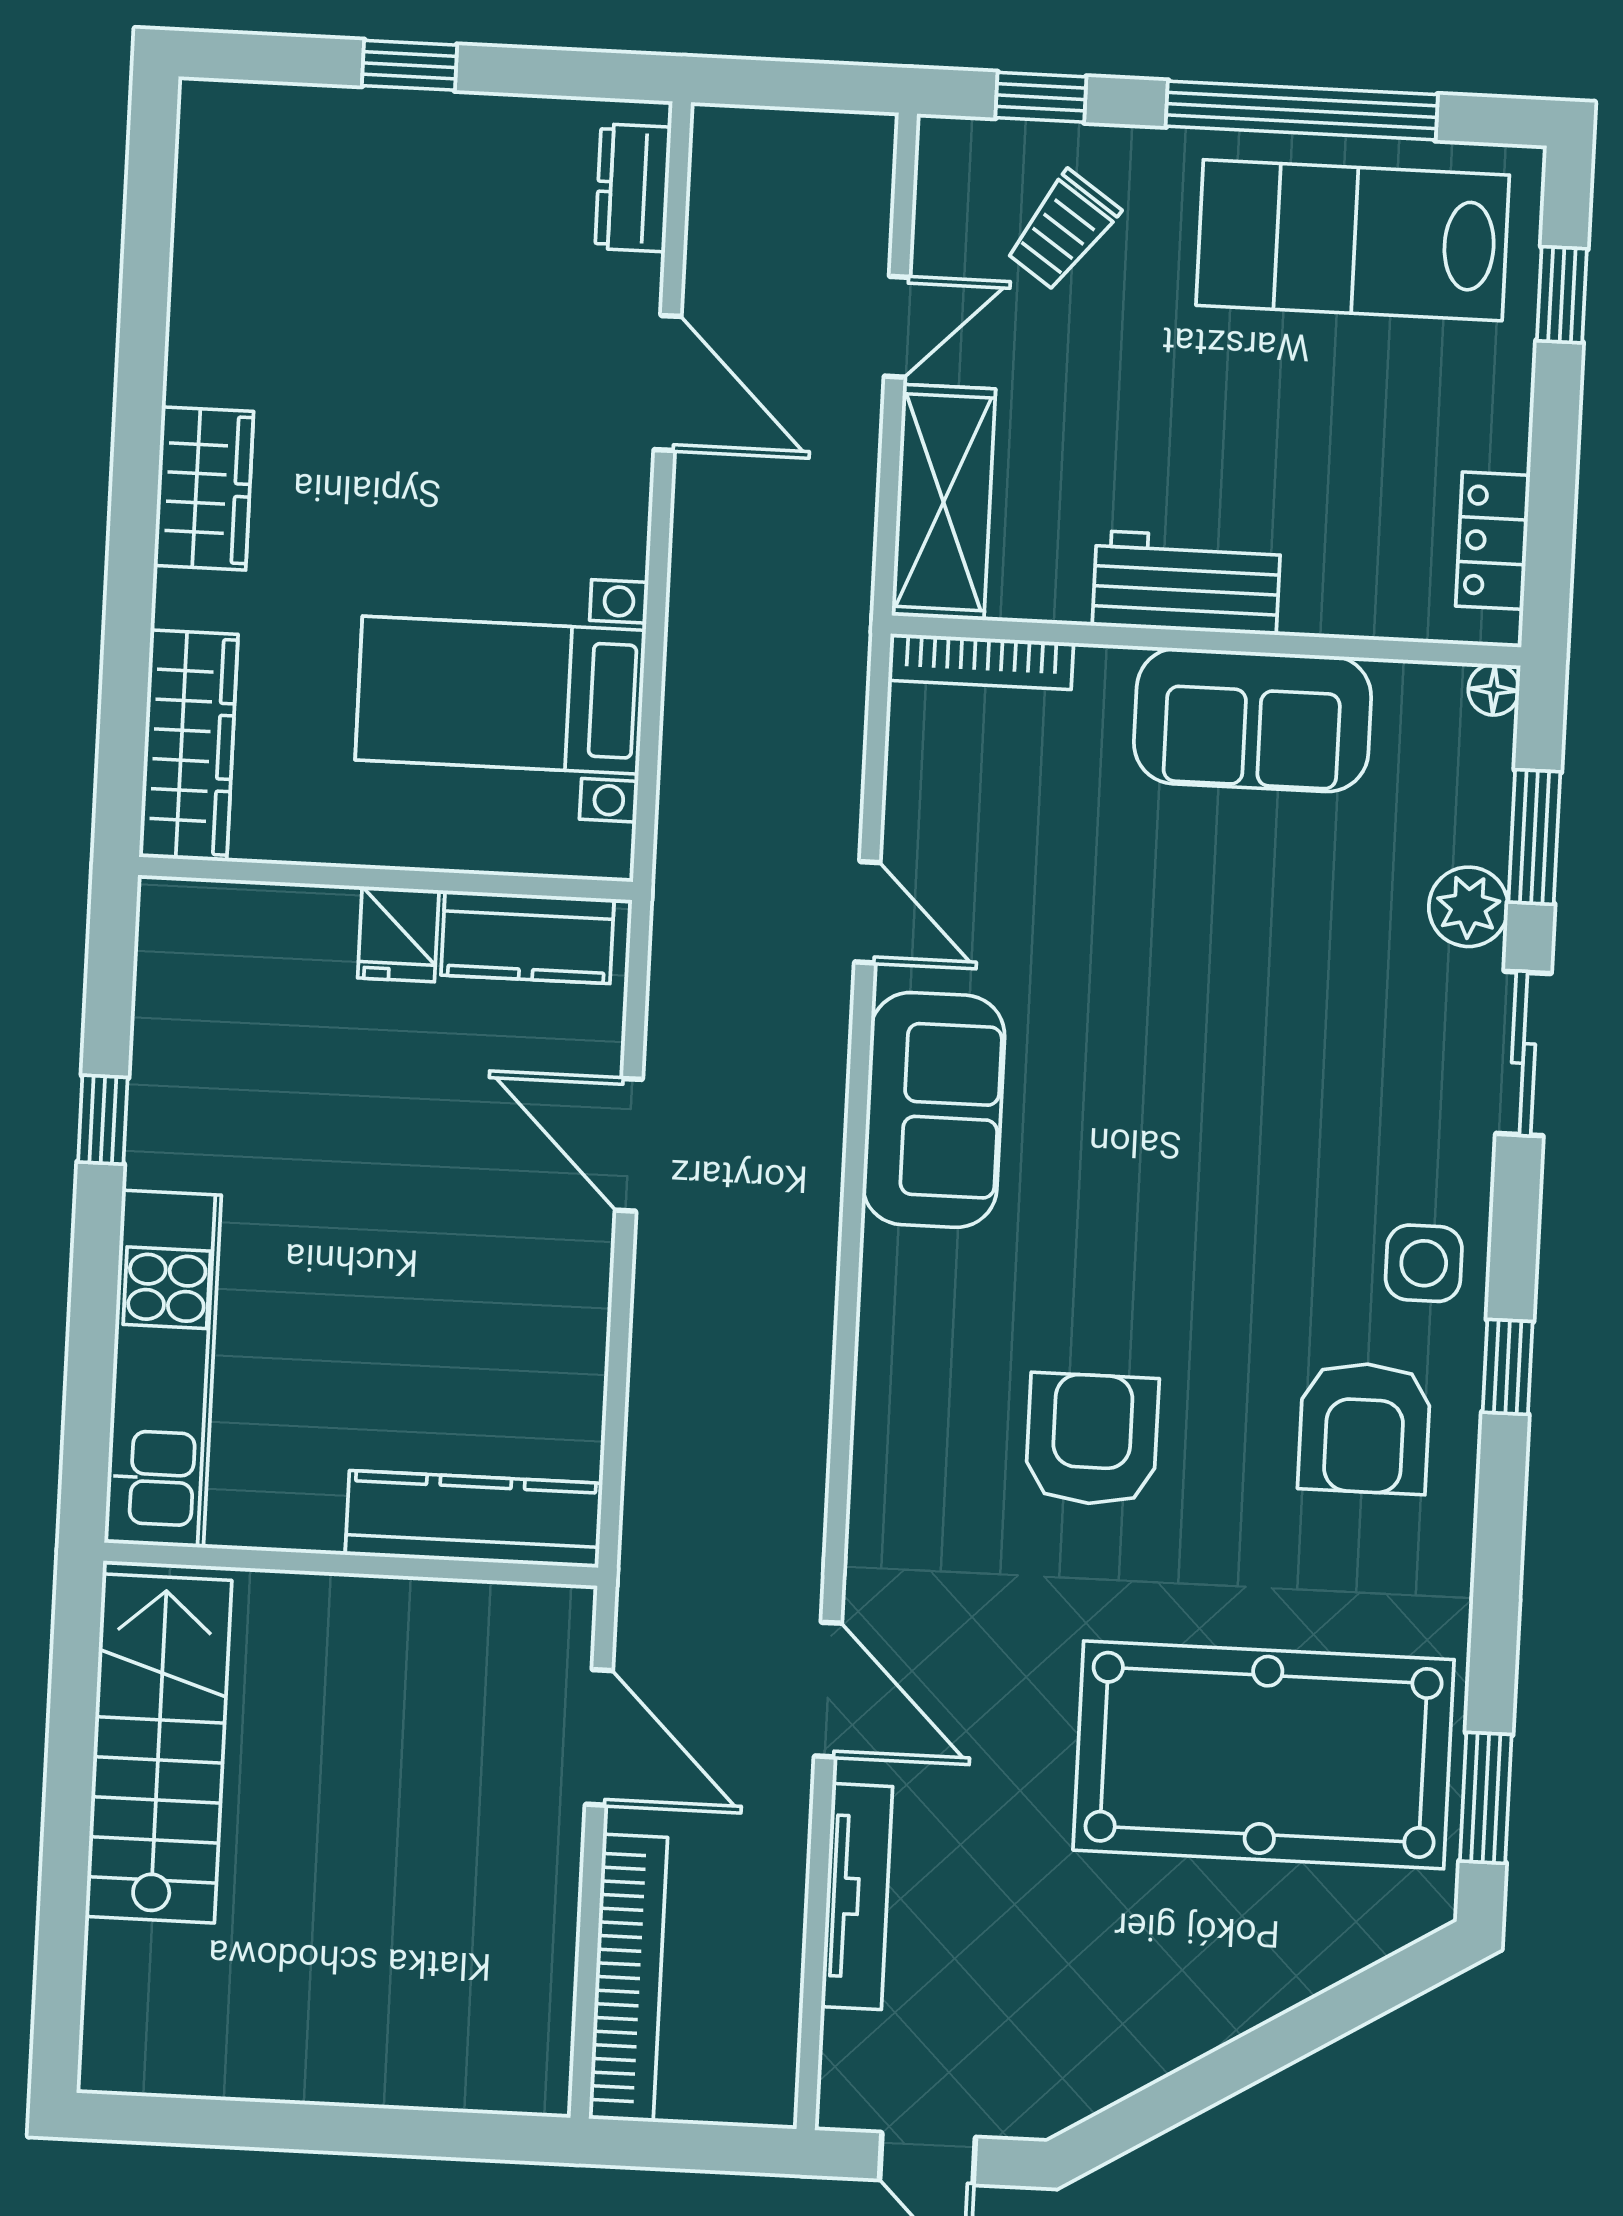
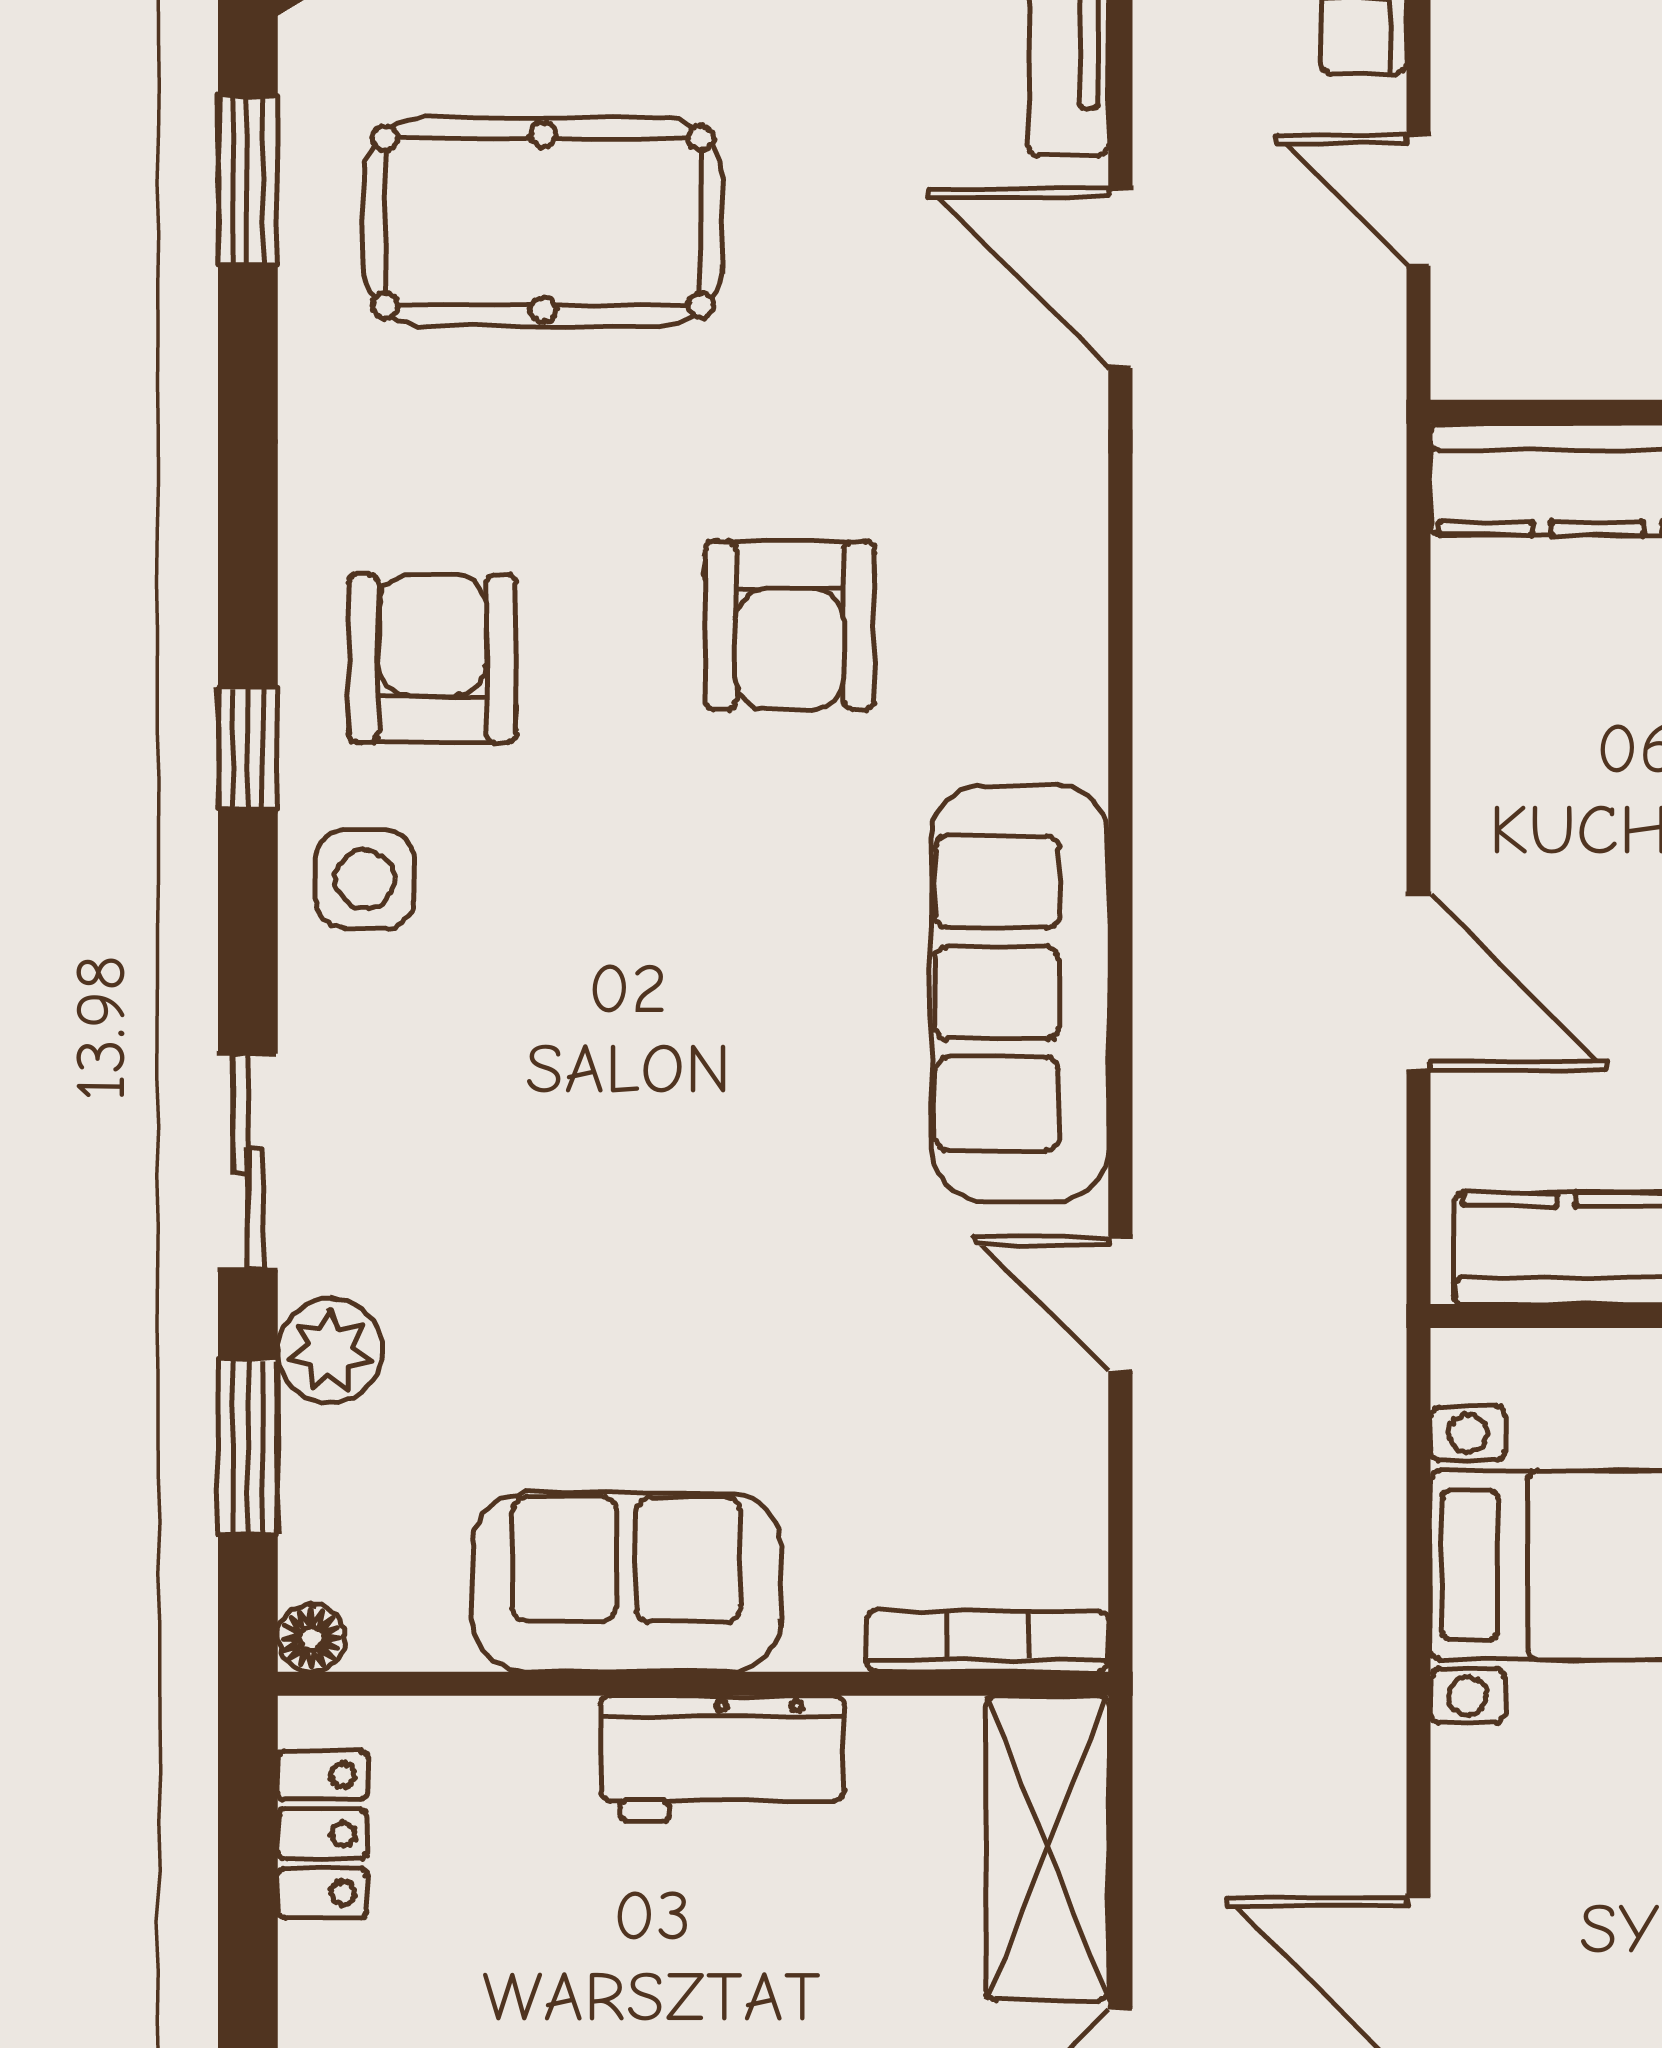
sofa: (934, 1110) -> (1020, 993), width x1.36
door: (599, 1737) -> (1419, 200), width x0.73
pool table: (1264, 1755) -> (543, 222), width x0.73, depth x0.76

